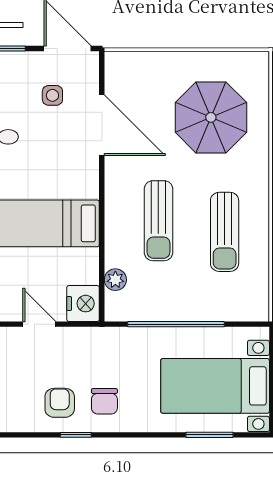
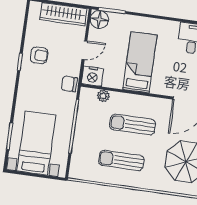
chair: (104, 401) -> (69, 84), moved

